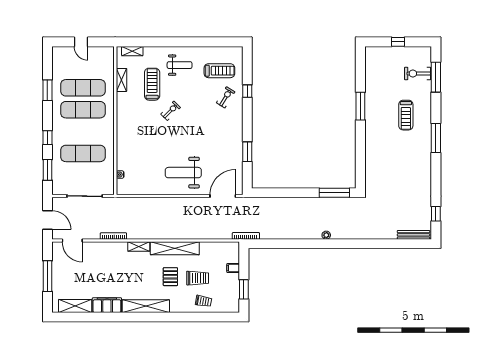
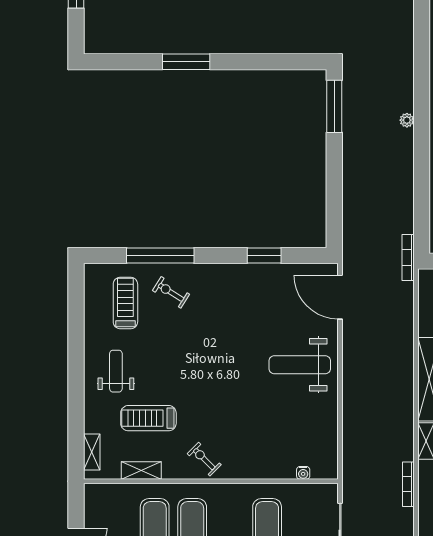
window: (247, 91) -> (160, 255), width x3.17
exercise bike: (171, 111) -> (204, 459), moved
weight bench: (183, 173) -> (300, 365), turned 90

